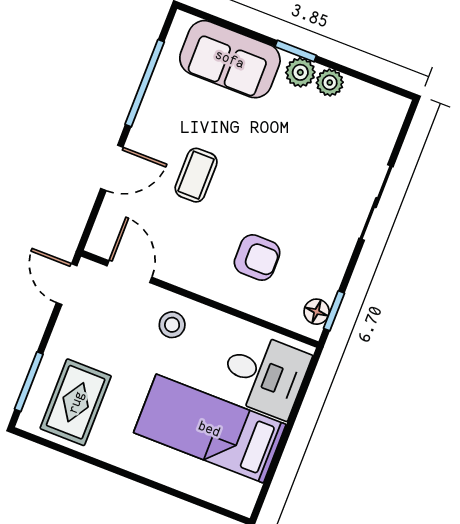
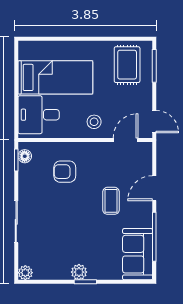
sofa: (230, 59) -> (138, 254), moved, turned -90
plant: (330, 83) -> (25, 273), moved
door: (129, 272) -> (126, 140), swing flipped

